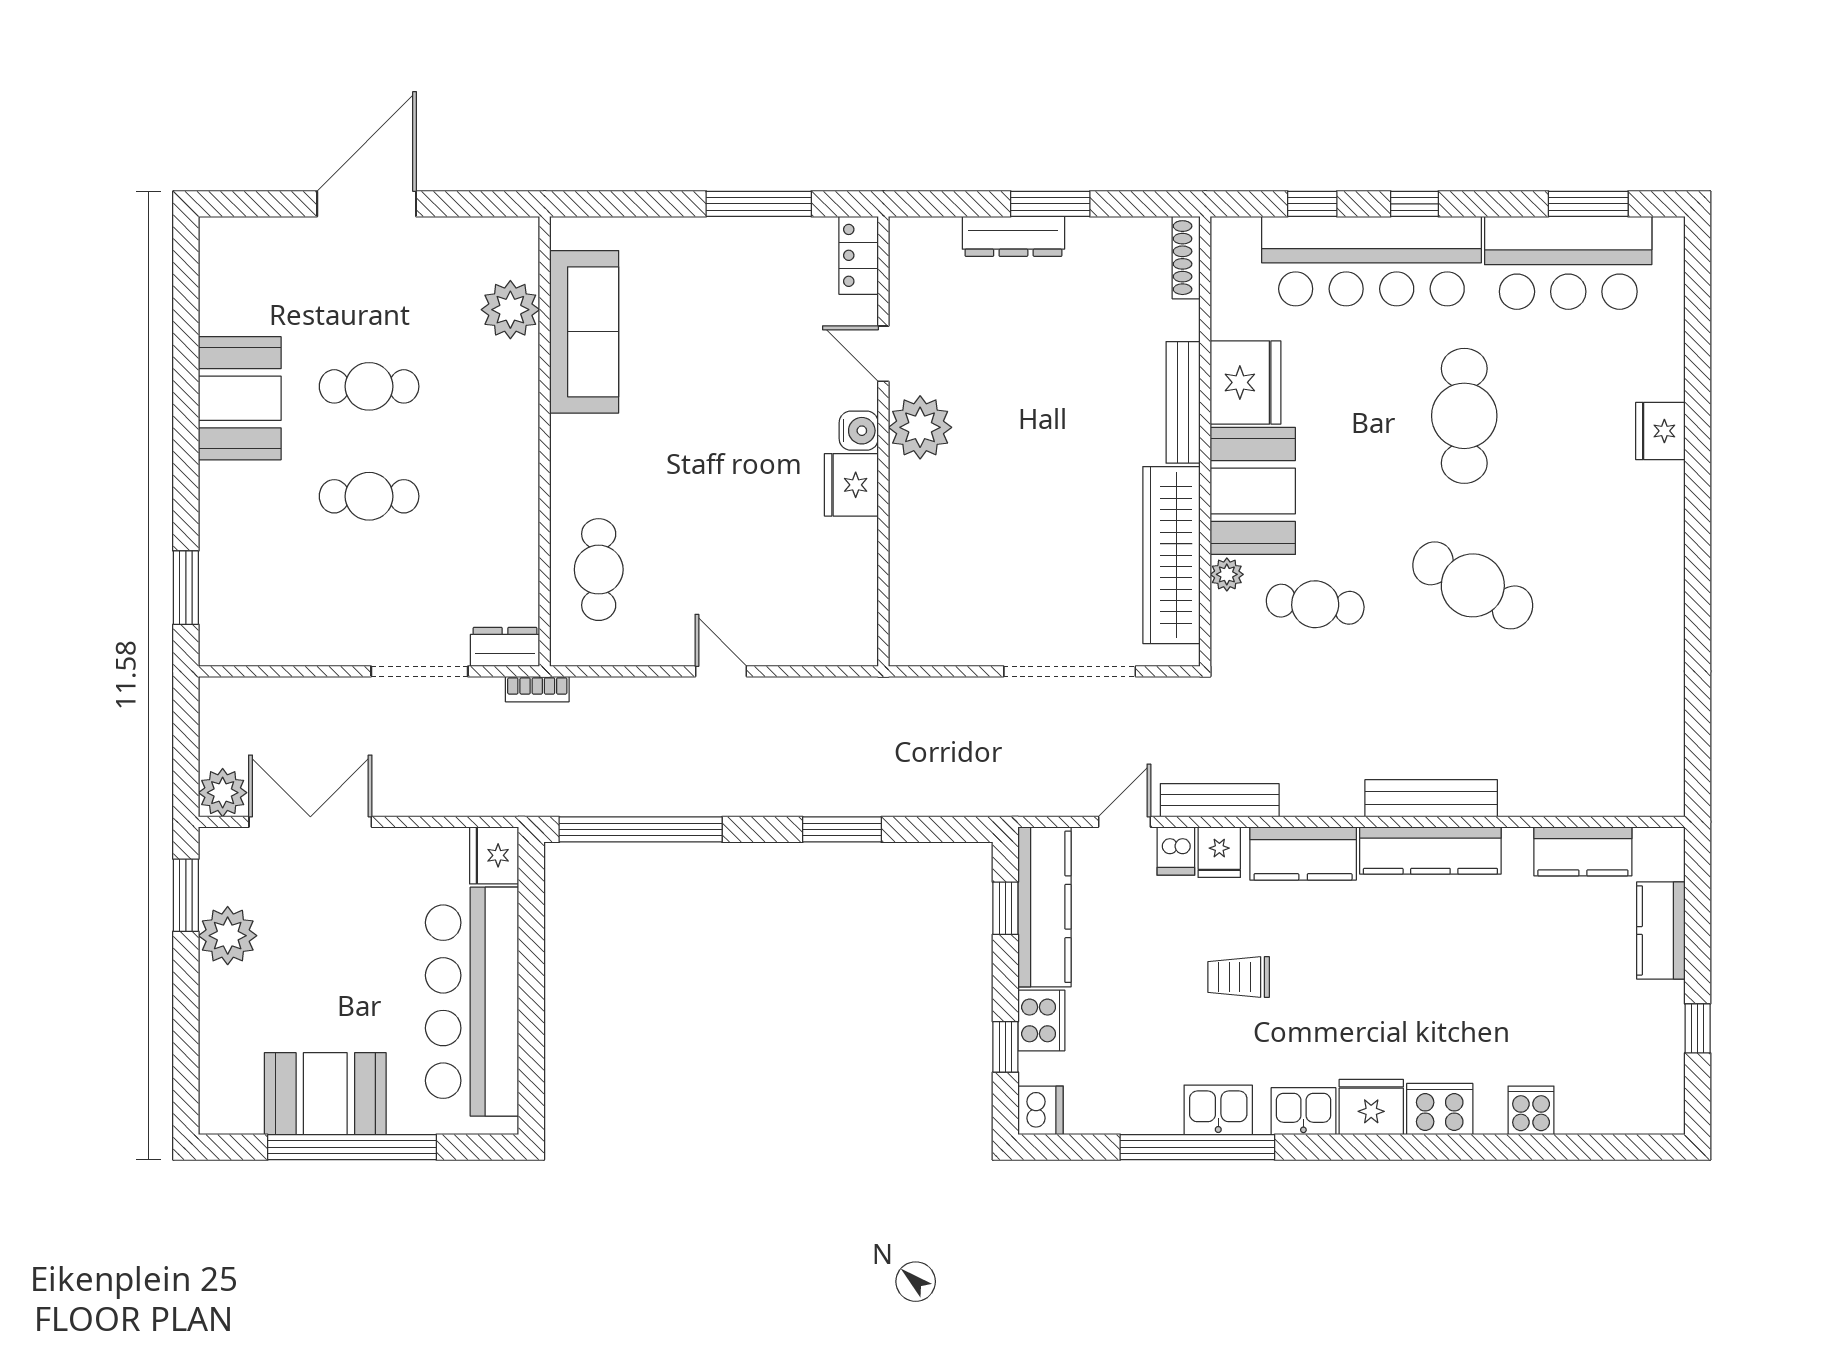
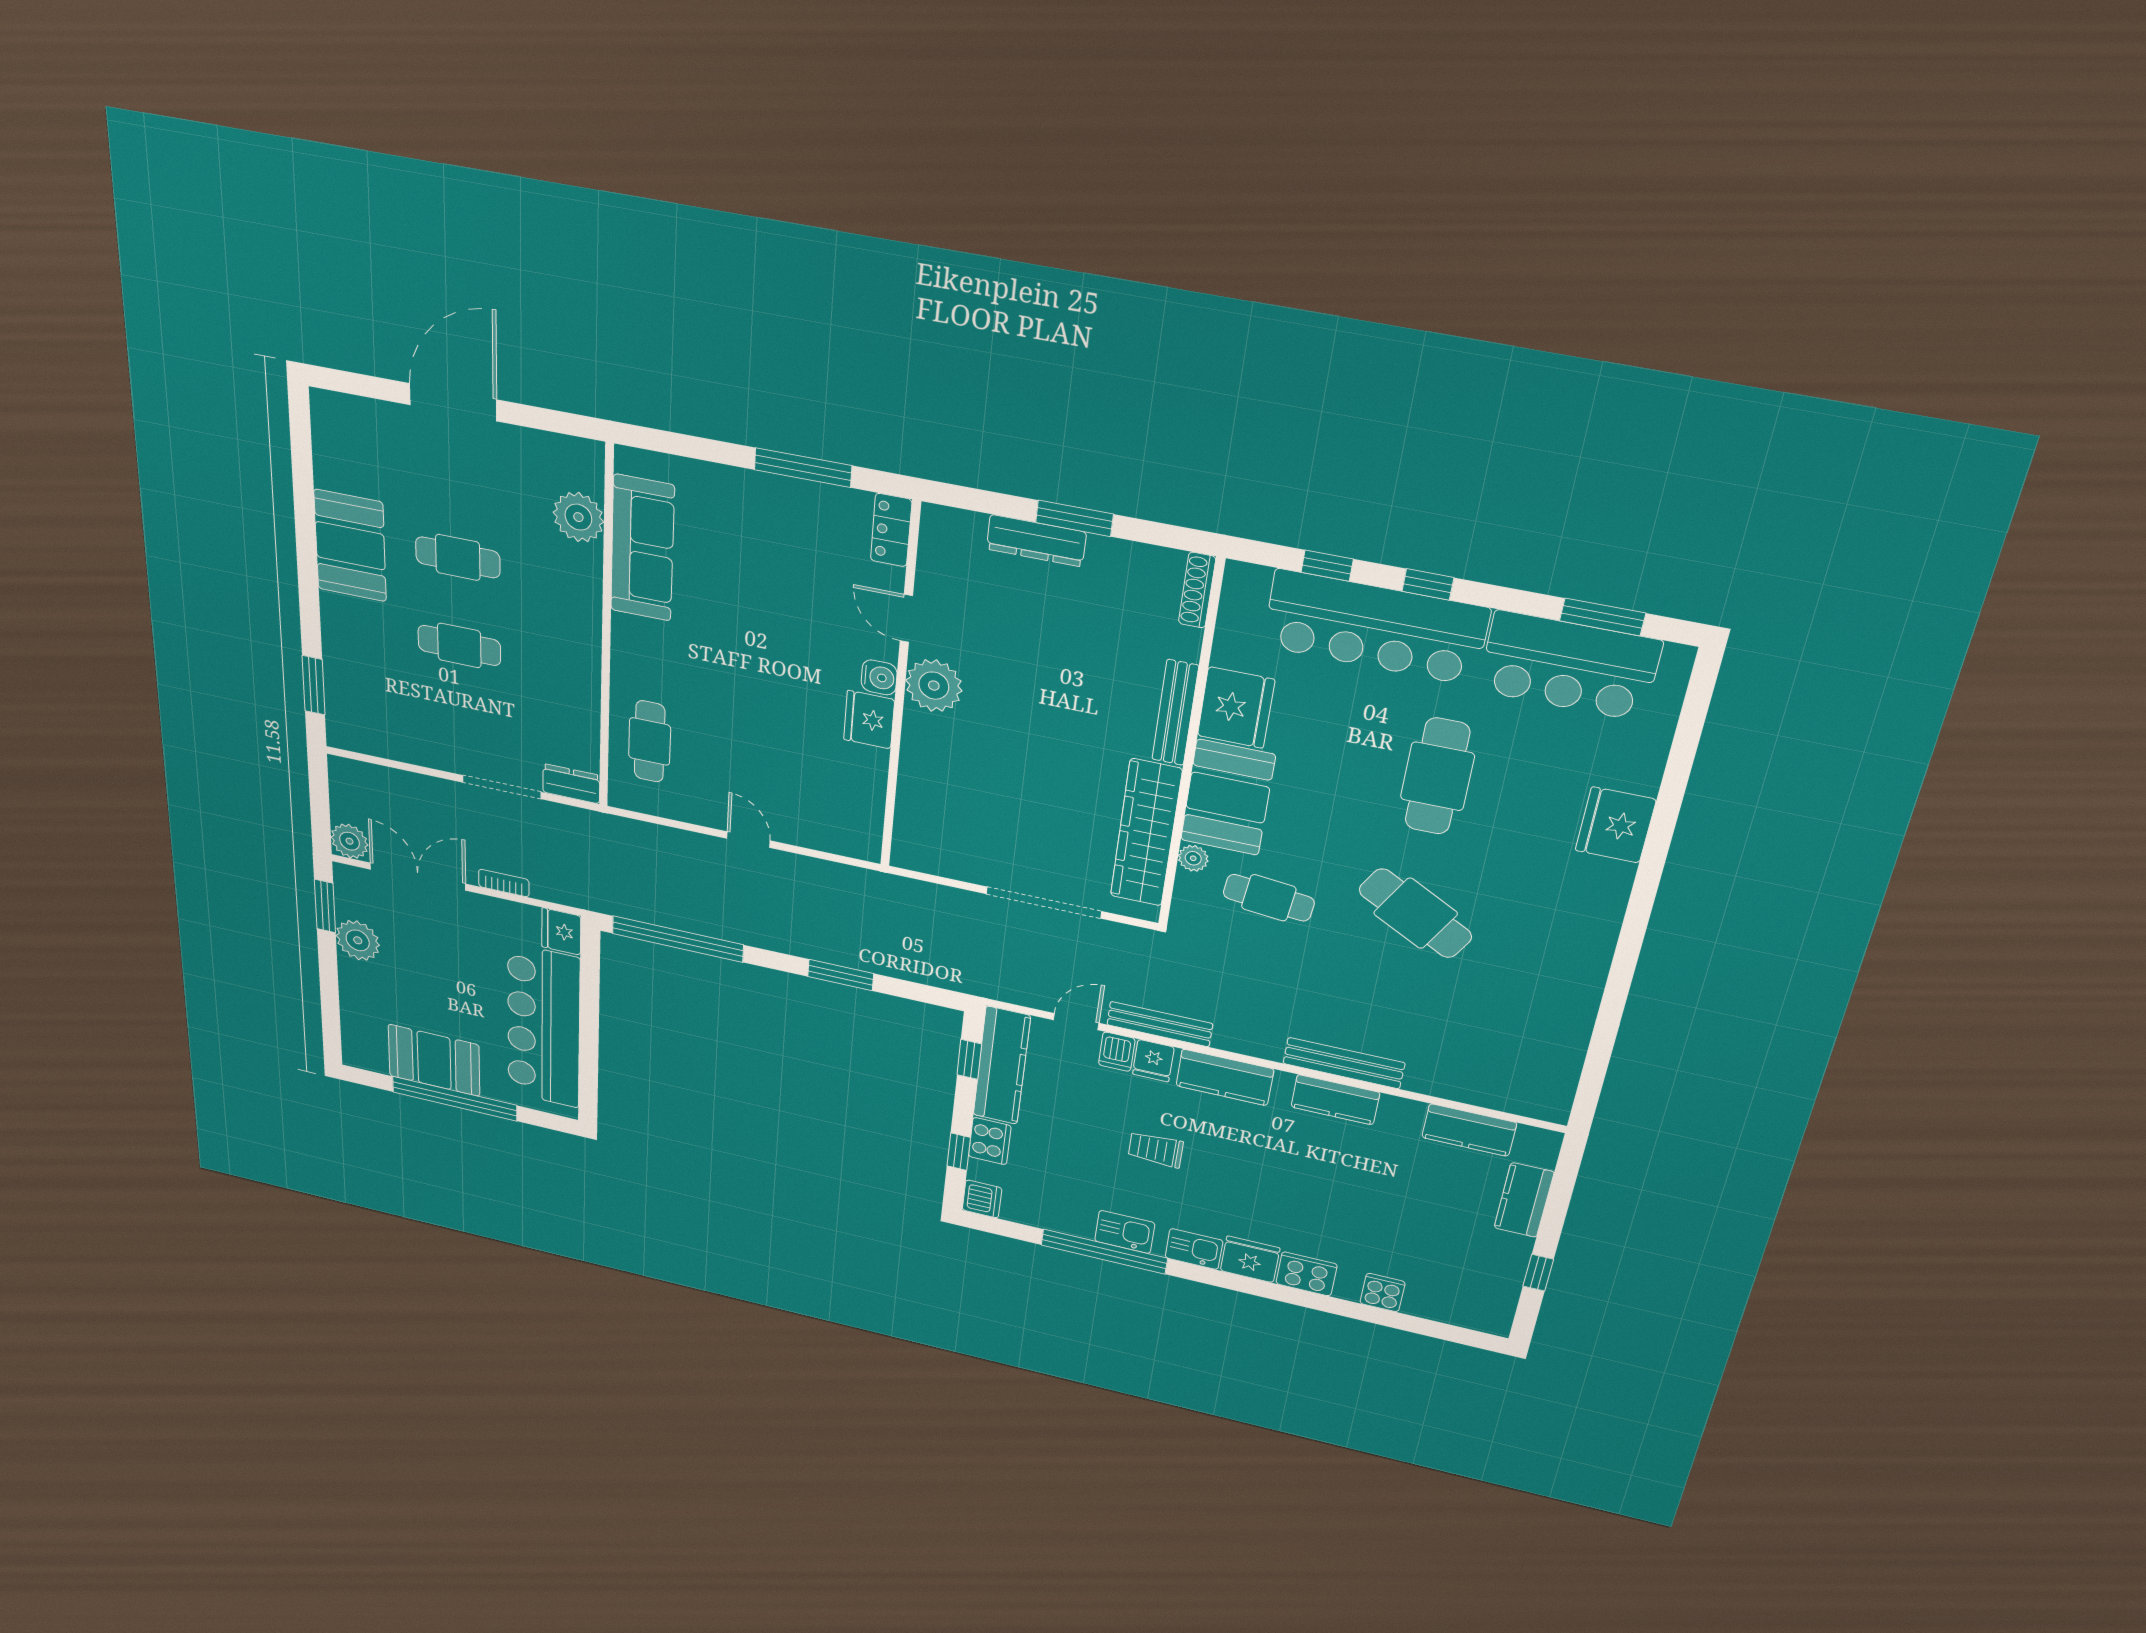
fridge: (1660, 431) -> (1616, 825), width x1.36, depth x1.34
bookcase: (537, 689) -> (504, 883), moved, turned 180
kitchen counter: (1430, 850) -> (1335, 1100), width x0.67

